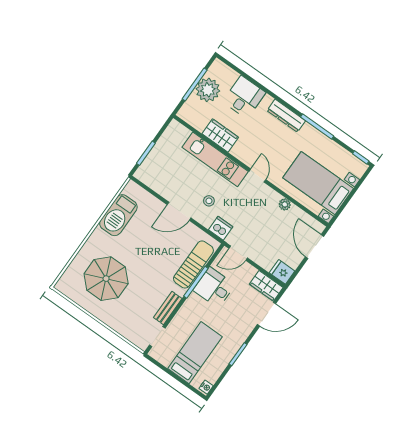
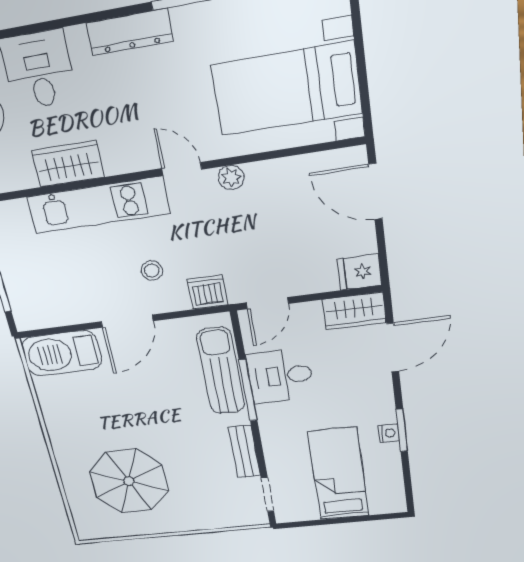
plant: (285, 204) -> (231, 178), moved
barbecue: (118, 215) -> (62, 353), moved, turned 90
nightstand: (206, 387) -> (389, 433), moved

